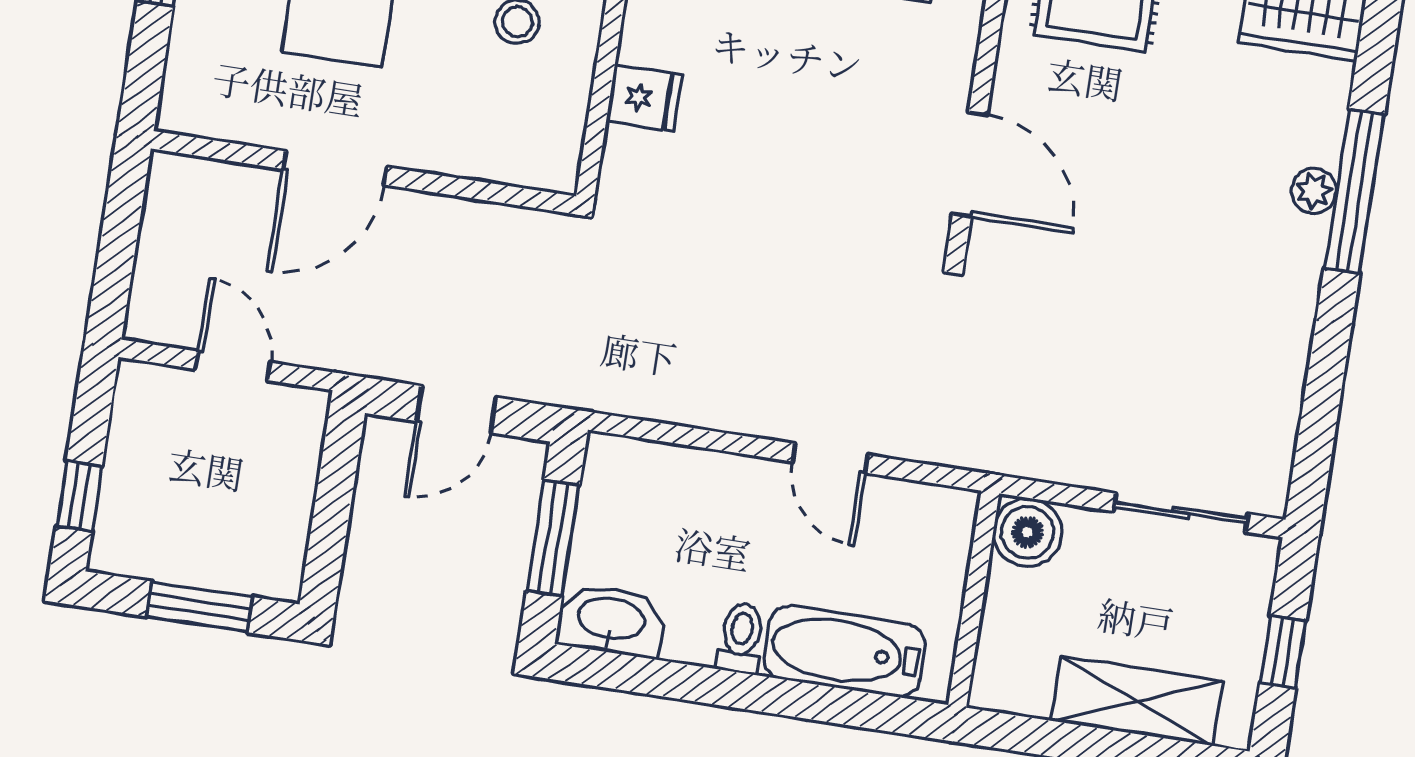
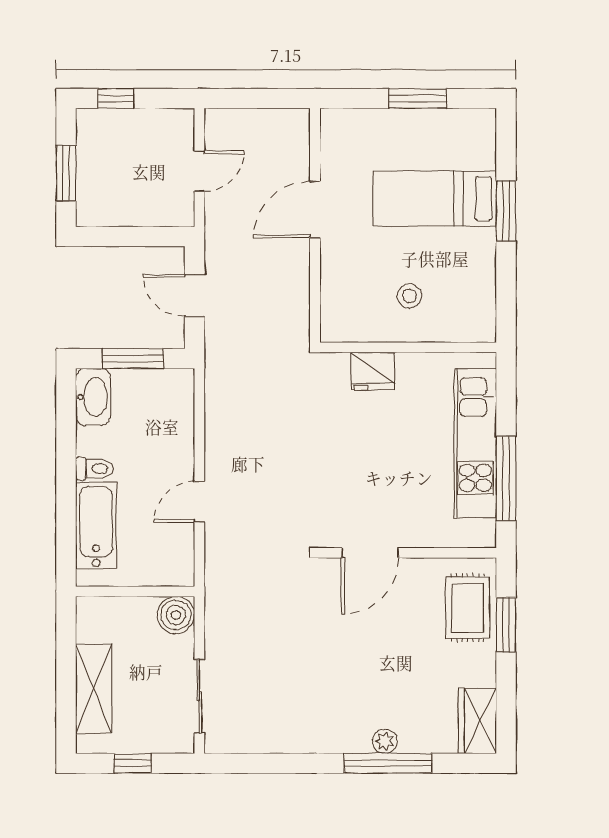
fridge: (644, 98) -> (373, 371), width x1.38
door: (335, 168) -> (315, 210), hinge flipped

